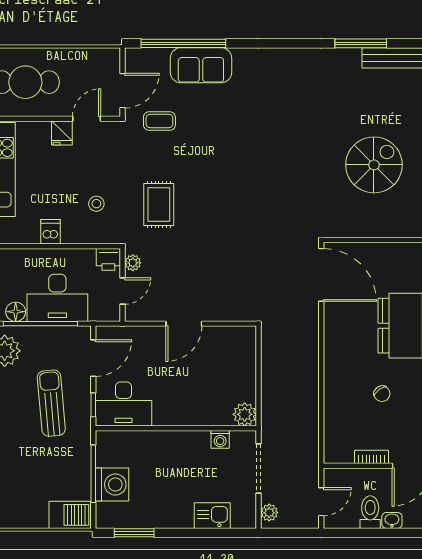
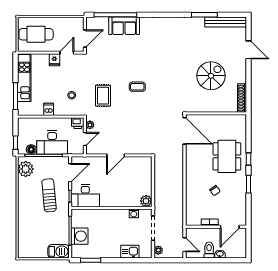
coffee table: (159, 121) -> (137, 87), moved
door: (321, 502) -> (184, 245), hinge flipped

